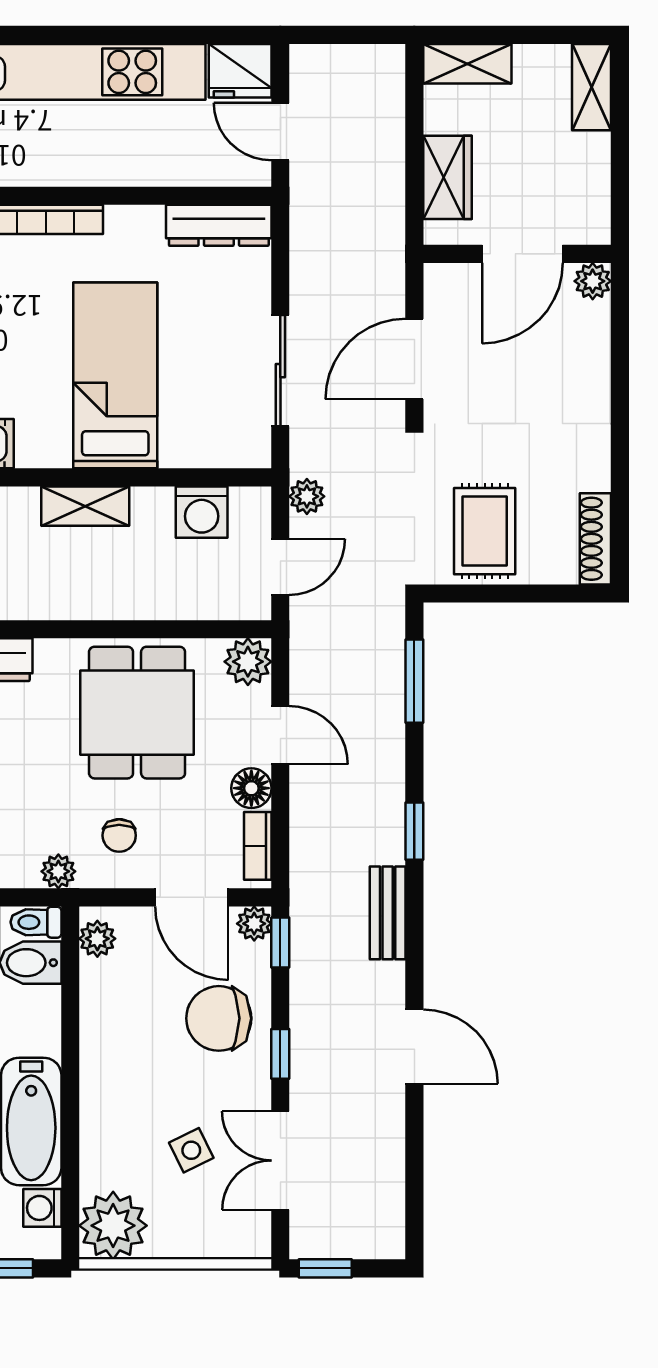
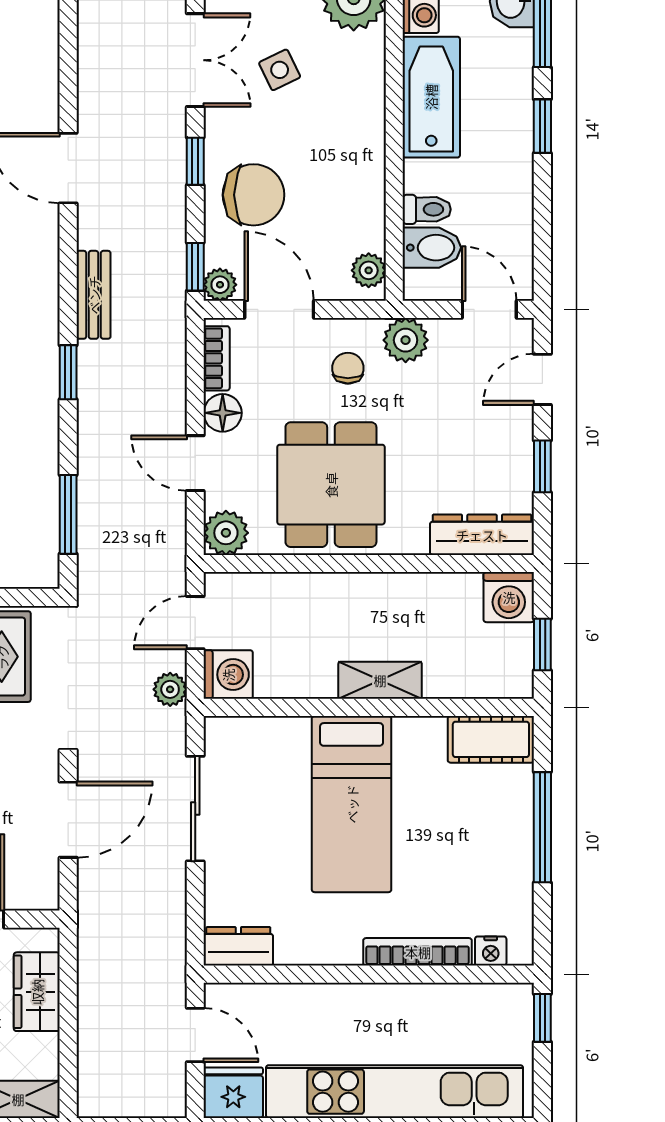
dresser: (219, 225) -> (238, 946), width x0.70
washing machine: (202, 512) -> (228, 675), moved, turned 90
plant: (58, 871) -> (406, 340), width x1.38, depth x1.38
toilet: (36, 922) -> (427, 209), moved

